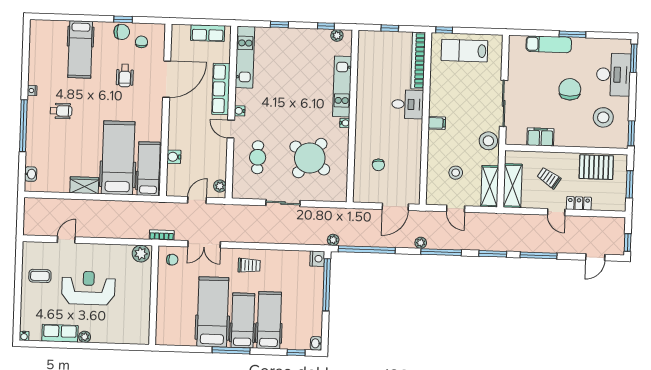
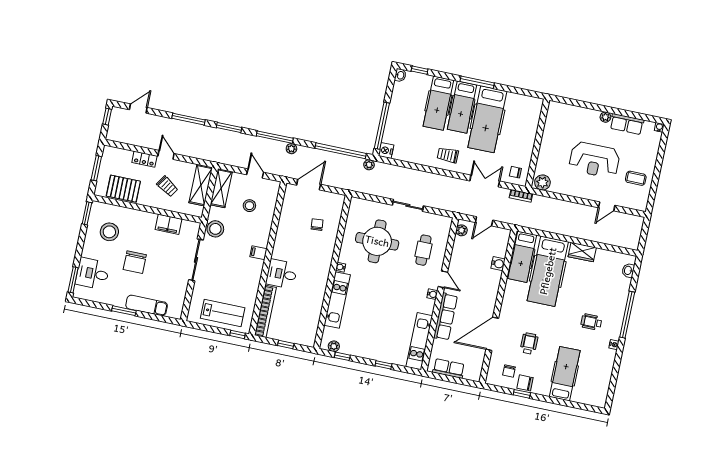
desk: (614, 75) -> (93, 274), width x0.73
round table: (310, 158) -> (377, 241), turned -37

